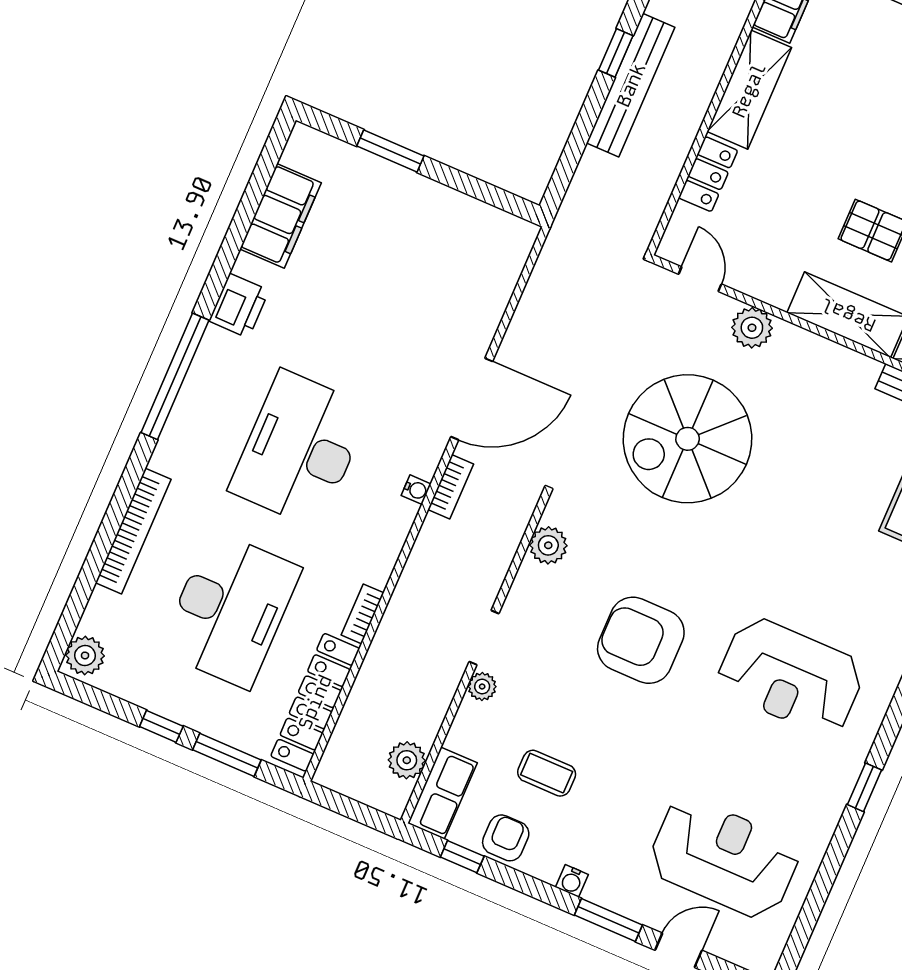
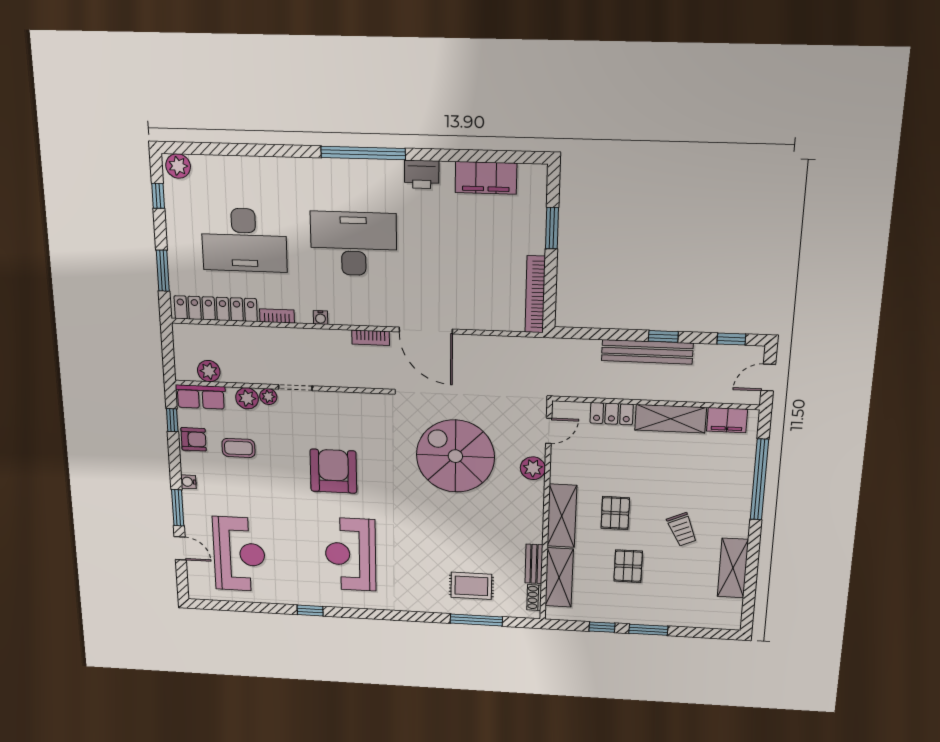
water cooler: (416, 490) -> (320, 318), moved
bookcase: (133, 531) -> (535, 294), moved, turned 90
plant: (548, 545) -> (247, 398), moved
window: (161, 726) -> (158, 196), moved
coffee table: (547, 773) -> (238, 448), turned 90

